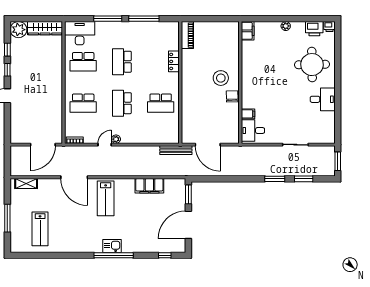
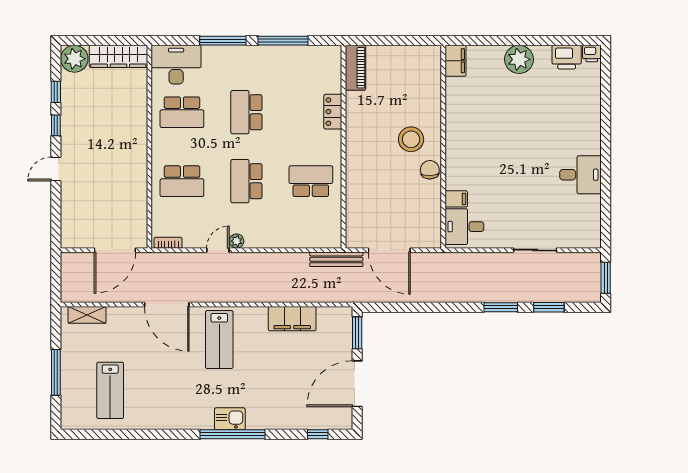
plant: (286, 26) -> (519, 59), width x1.87, depth x1.87
round table: (312, 65) -> (563, 117), removed
school desk: (161, 103) -> (311, 181), turned 180

